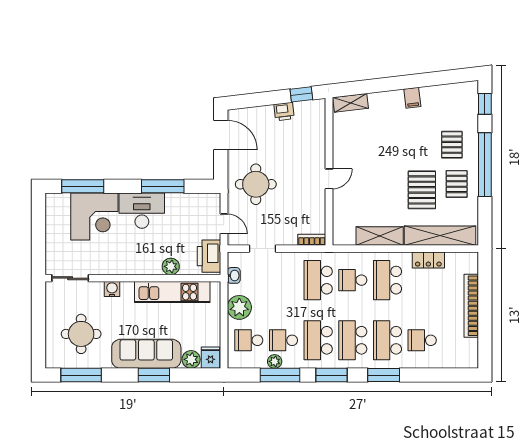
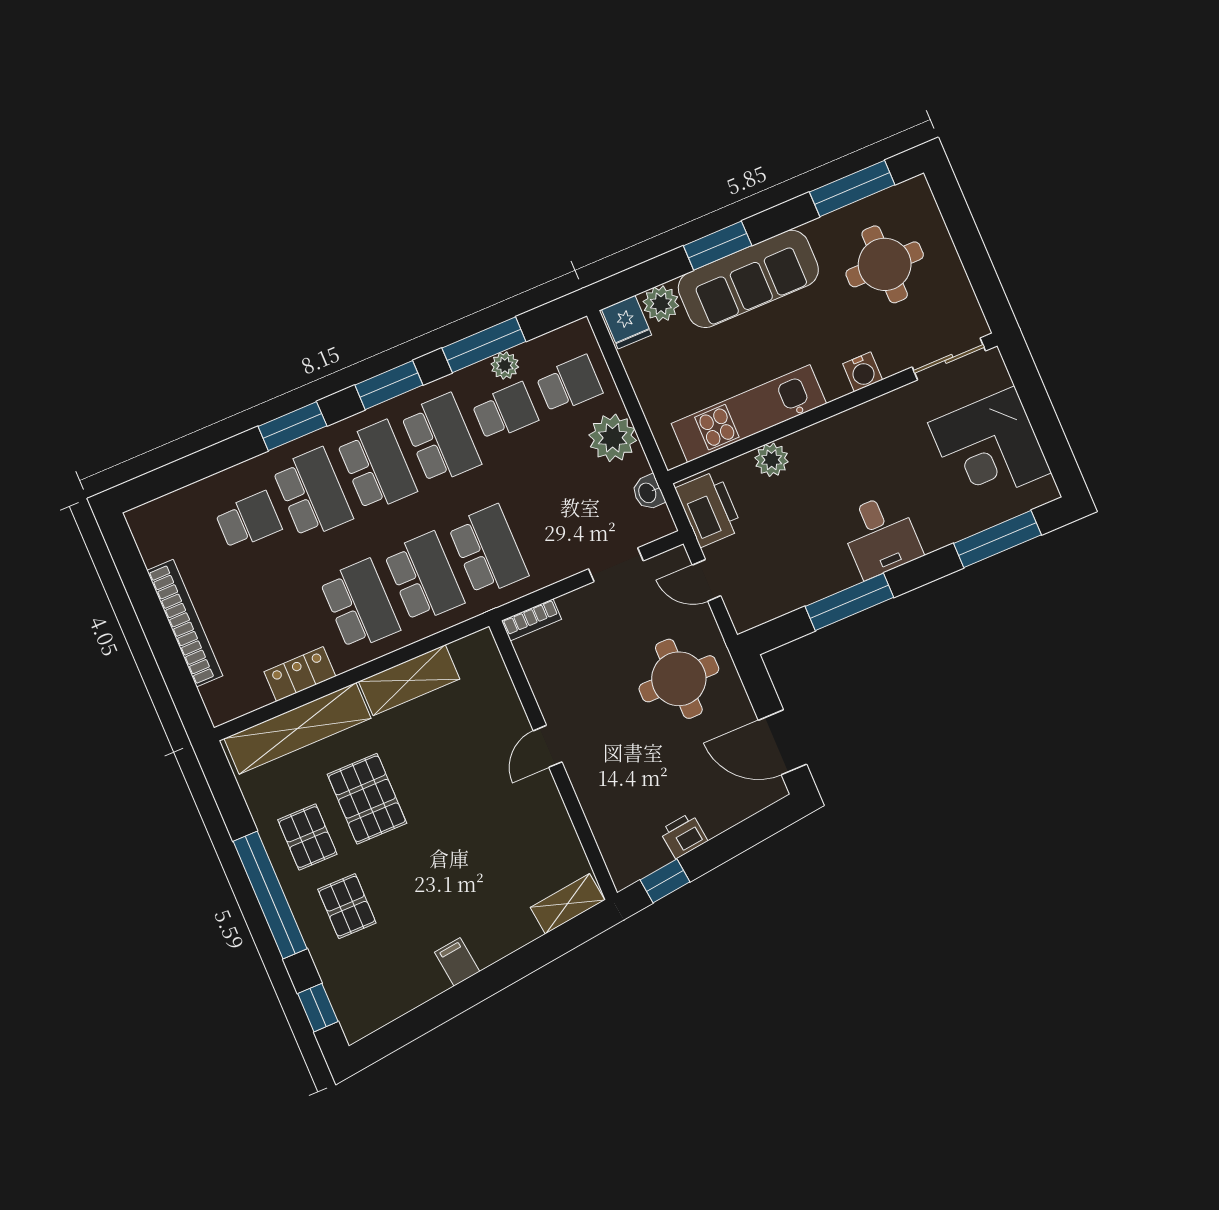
desk: (142, 211) -> (880, 536), width x0.73
corner desk: (94, 216) -> (989, 448), moved, turned -90
school desk: (353, 280) -> (424, 578), width x1.85

